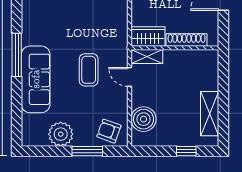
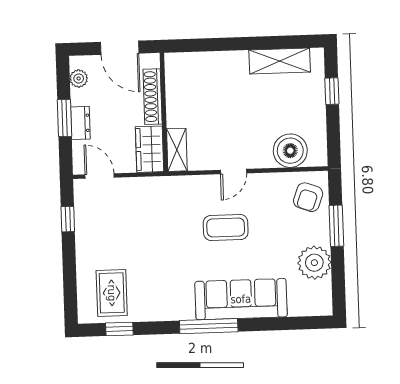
wardrobe: (148, 36) -> (150, 149), moved
shoe rack: (187, 40) -> (153, 97), moved
wall: (175, 48) -> (164, 112), moved
shelving: (147, 57) -> (177, 150), moved

